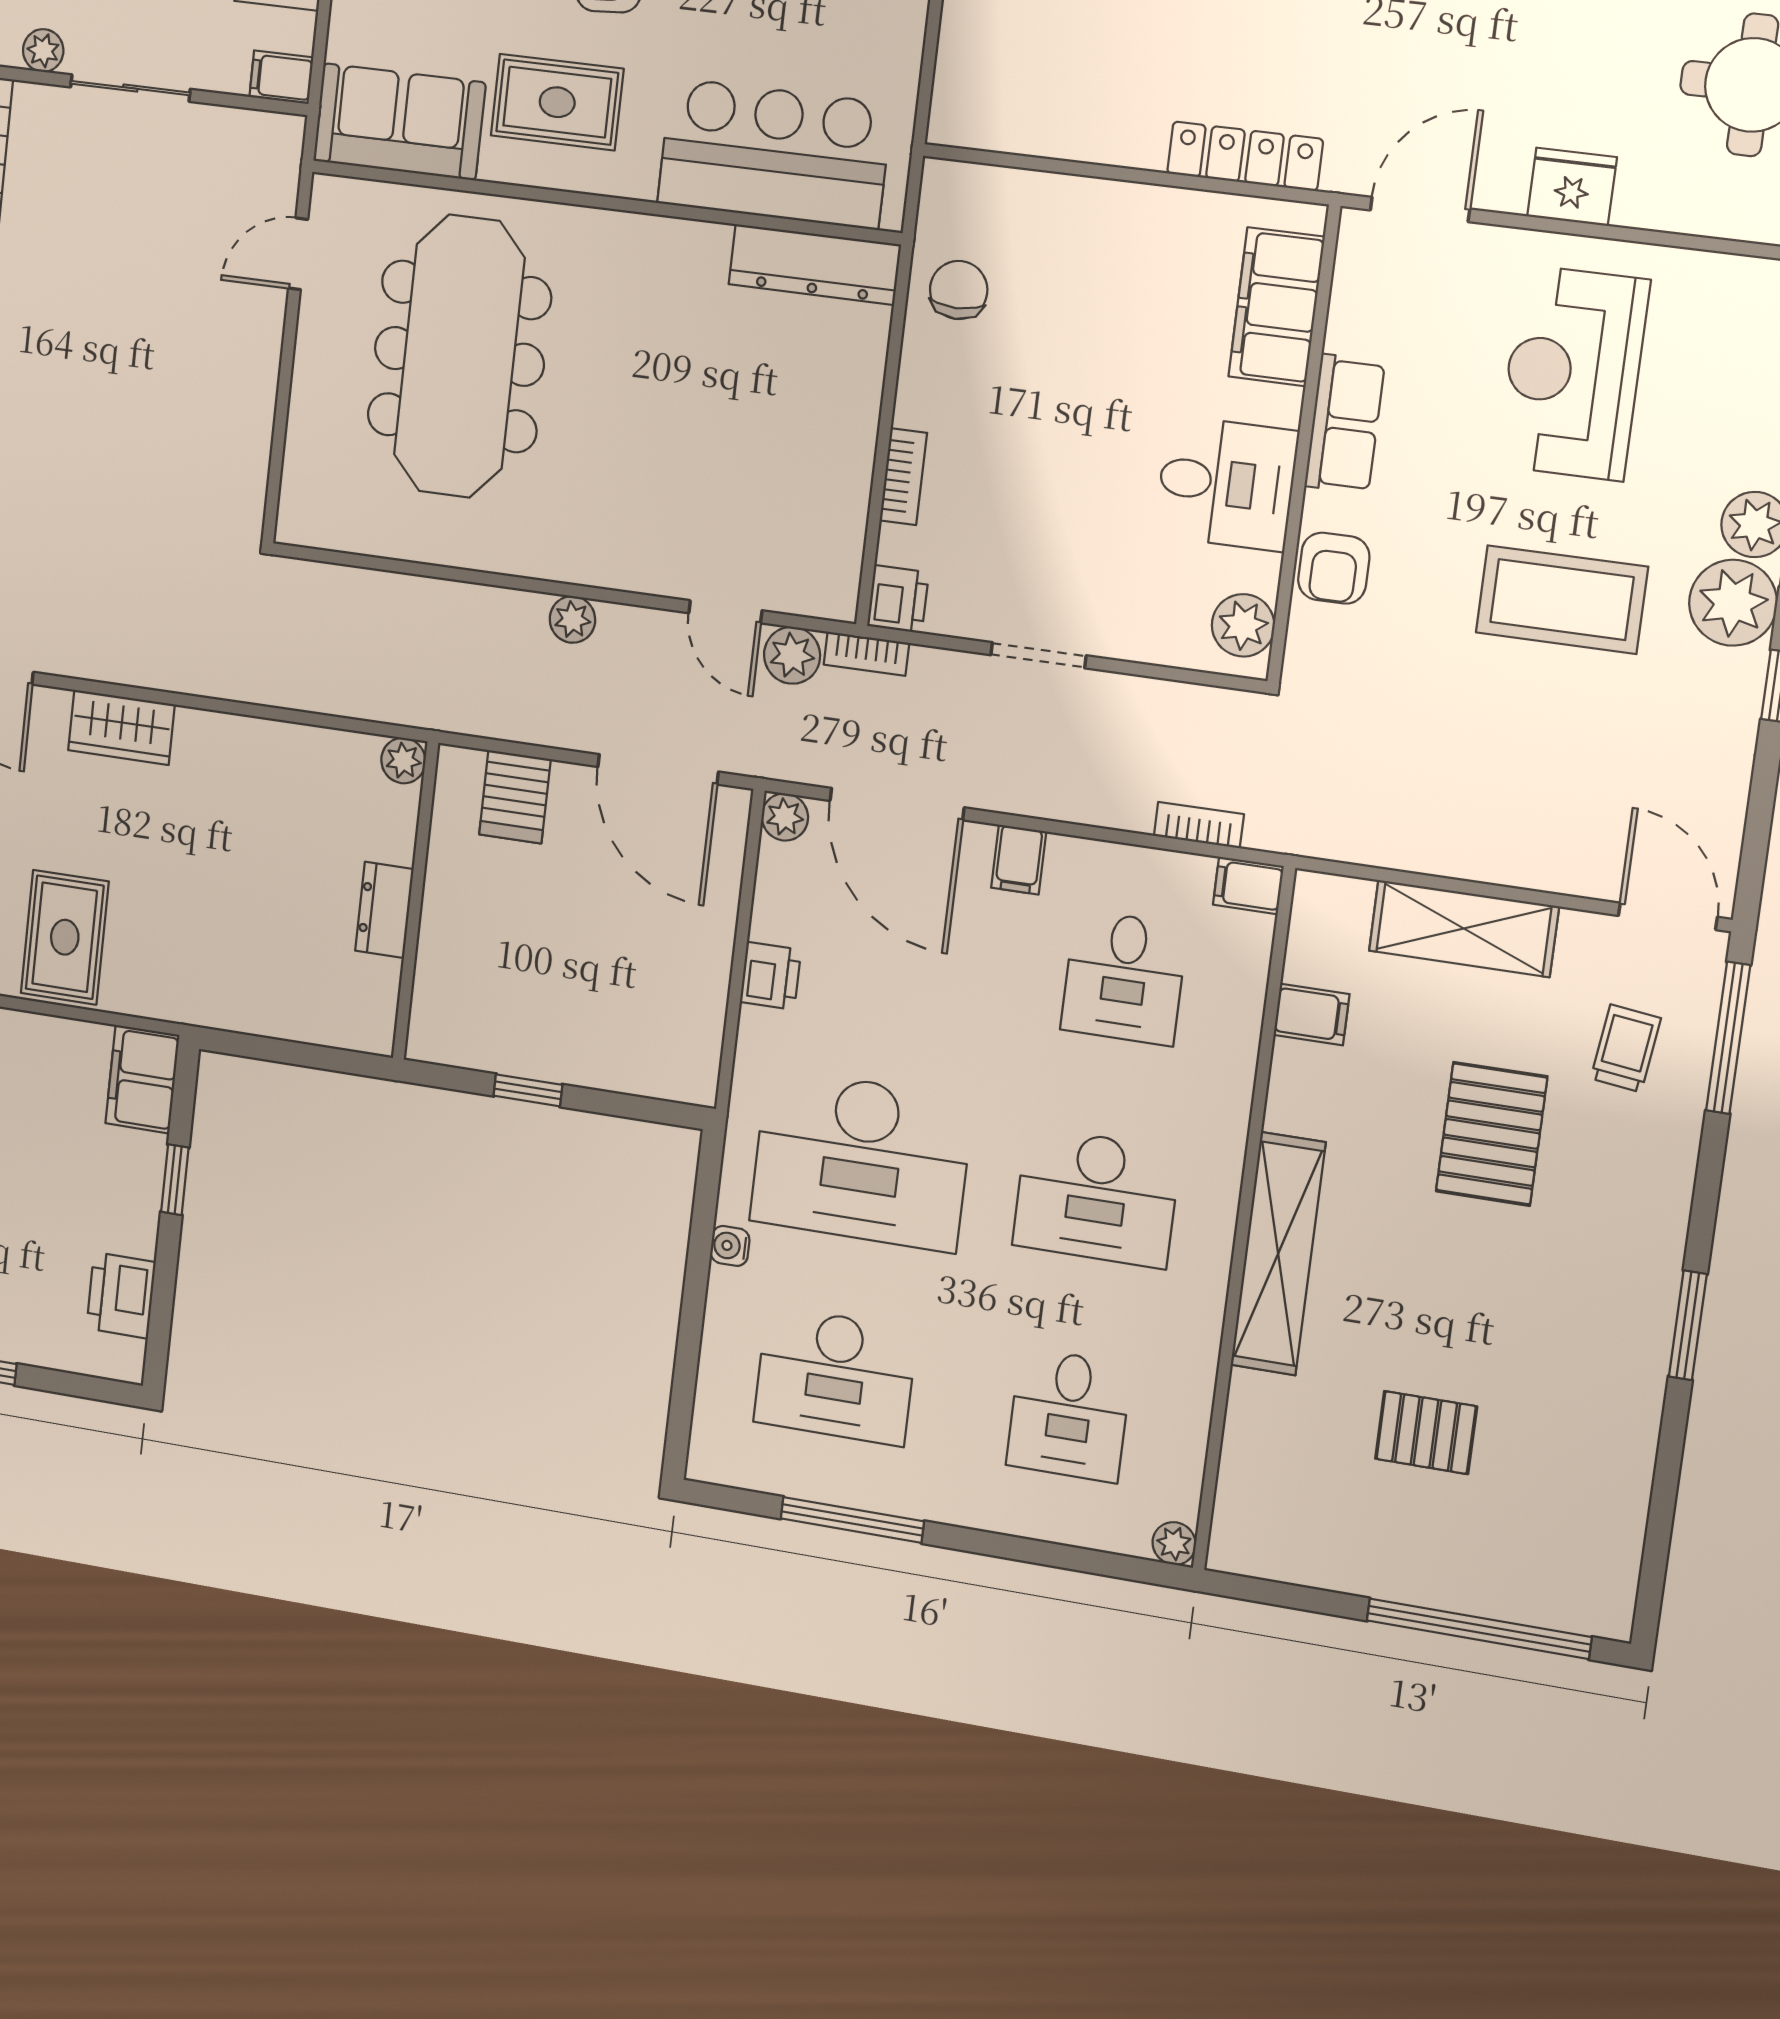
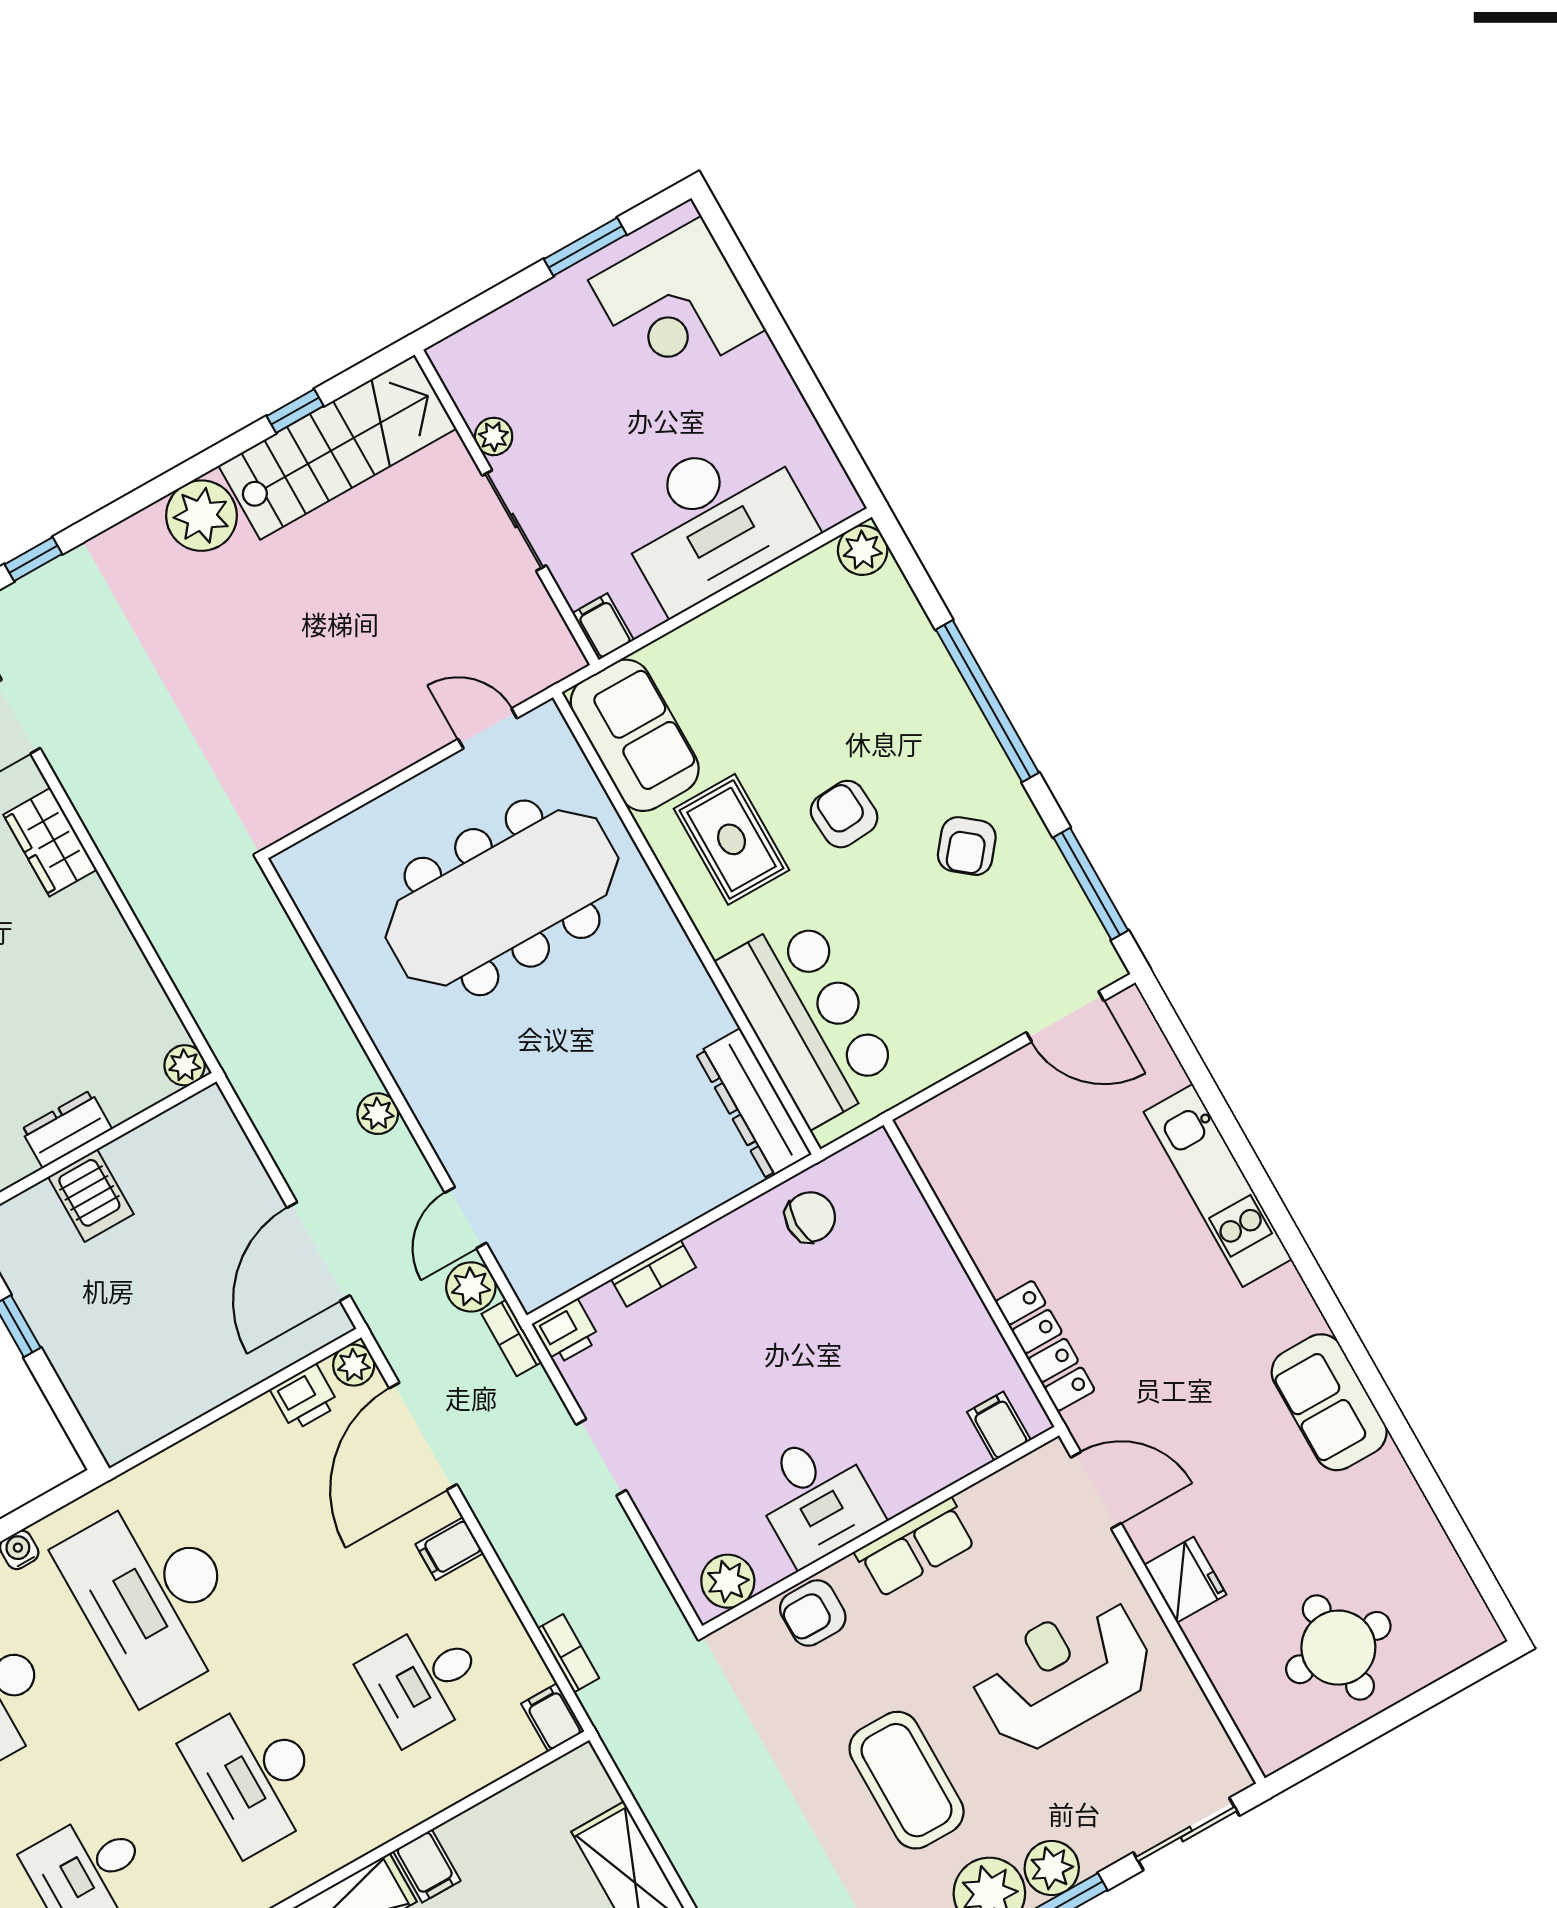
filing cabinet: (1277, 307) -> (999, 1426), width x0.33, depth x0.86
server rack: (515, 797) -> (91, 1195), moved, turned -90
printer: (770, 976) -> (305, 1397), moved
filing cabinet: (1312, 1014) -> (427, 1866), moved

